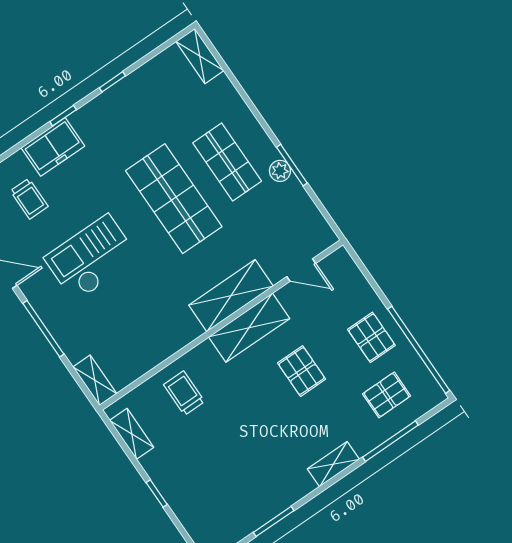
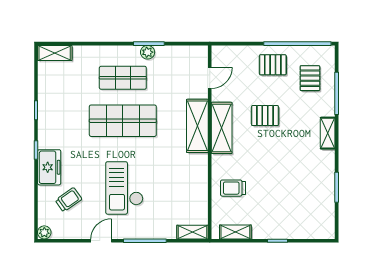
trolley: (29, 199) -> (69, 200), turned -35

